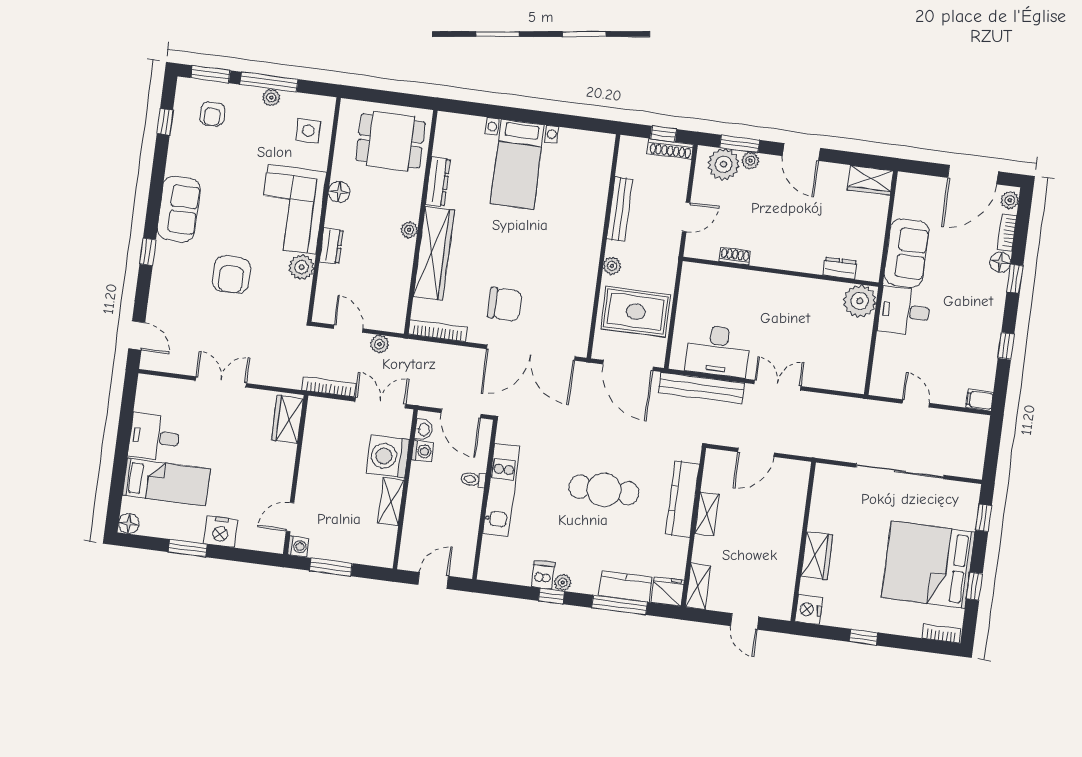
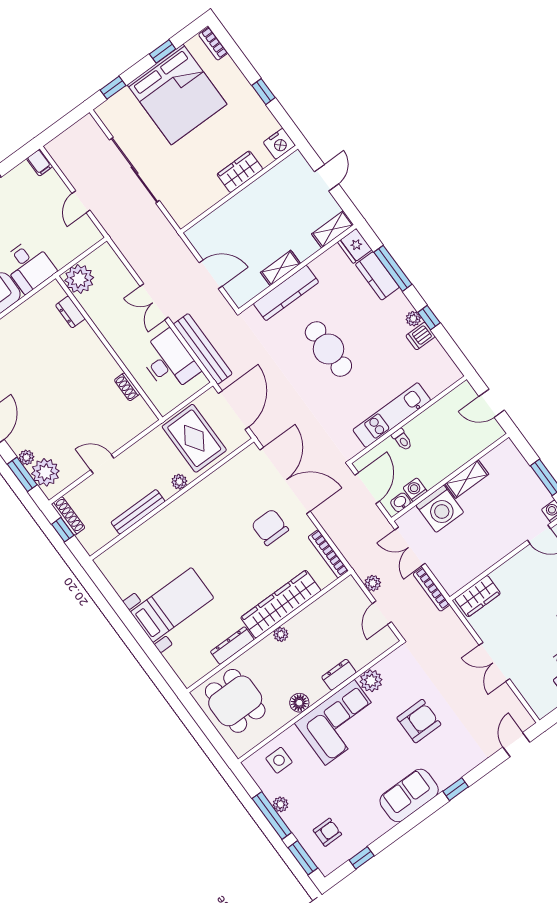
shoe rack: (735, 256) -> (127, 387), moved
dresser: (840, 268) -> (70, 312), moved
wall: (781, 272) -> (109, 348), moved
plant: (860, 301) -> (79, 279), moved

